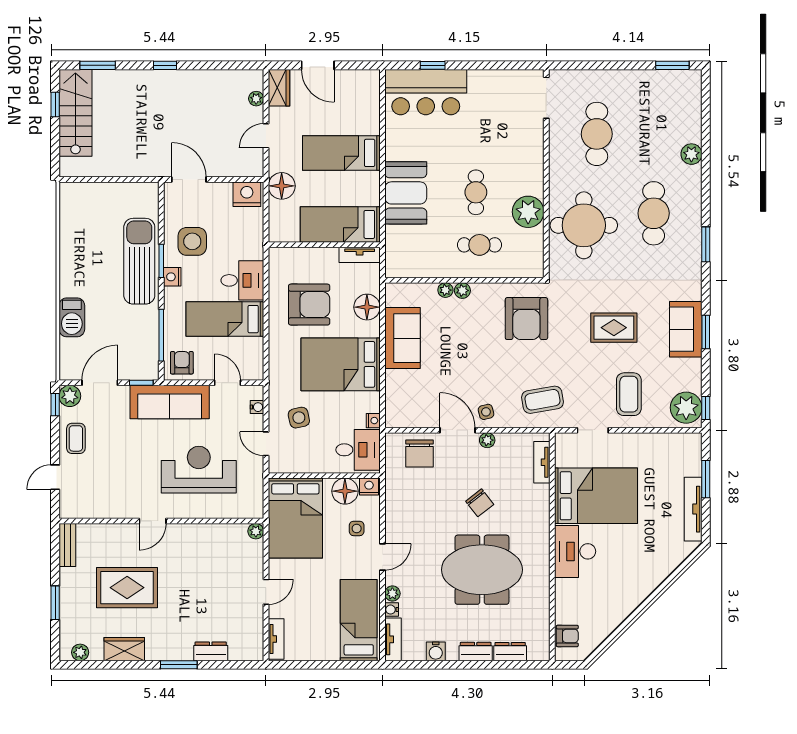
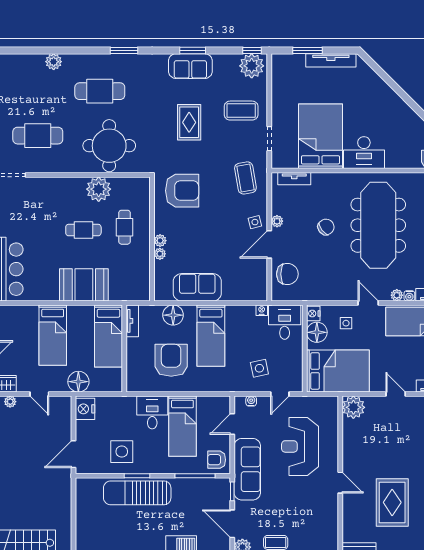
nightstand: (172, 277) -> (149, 467), removed
bed: (341, 364) -> (211, 336), width x0.67
plant: (256, 531) -> (353, 407), width x1.87, depth x1.87
meeting table: (482, 570) -> (378, 225), width x1.36

